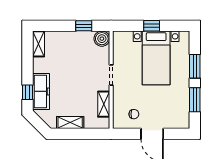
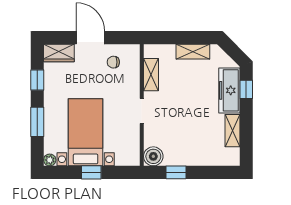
plant: (185, 36) -> (50, 160), added
shelving: (38, 44) -> (232, 131), moved
window: (195, 100) -> (37, 80), width x0.67
wardrobe: (177, 121) -> (59, 53), added

